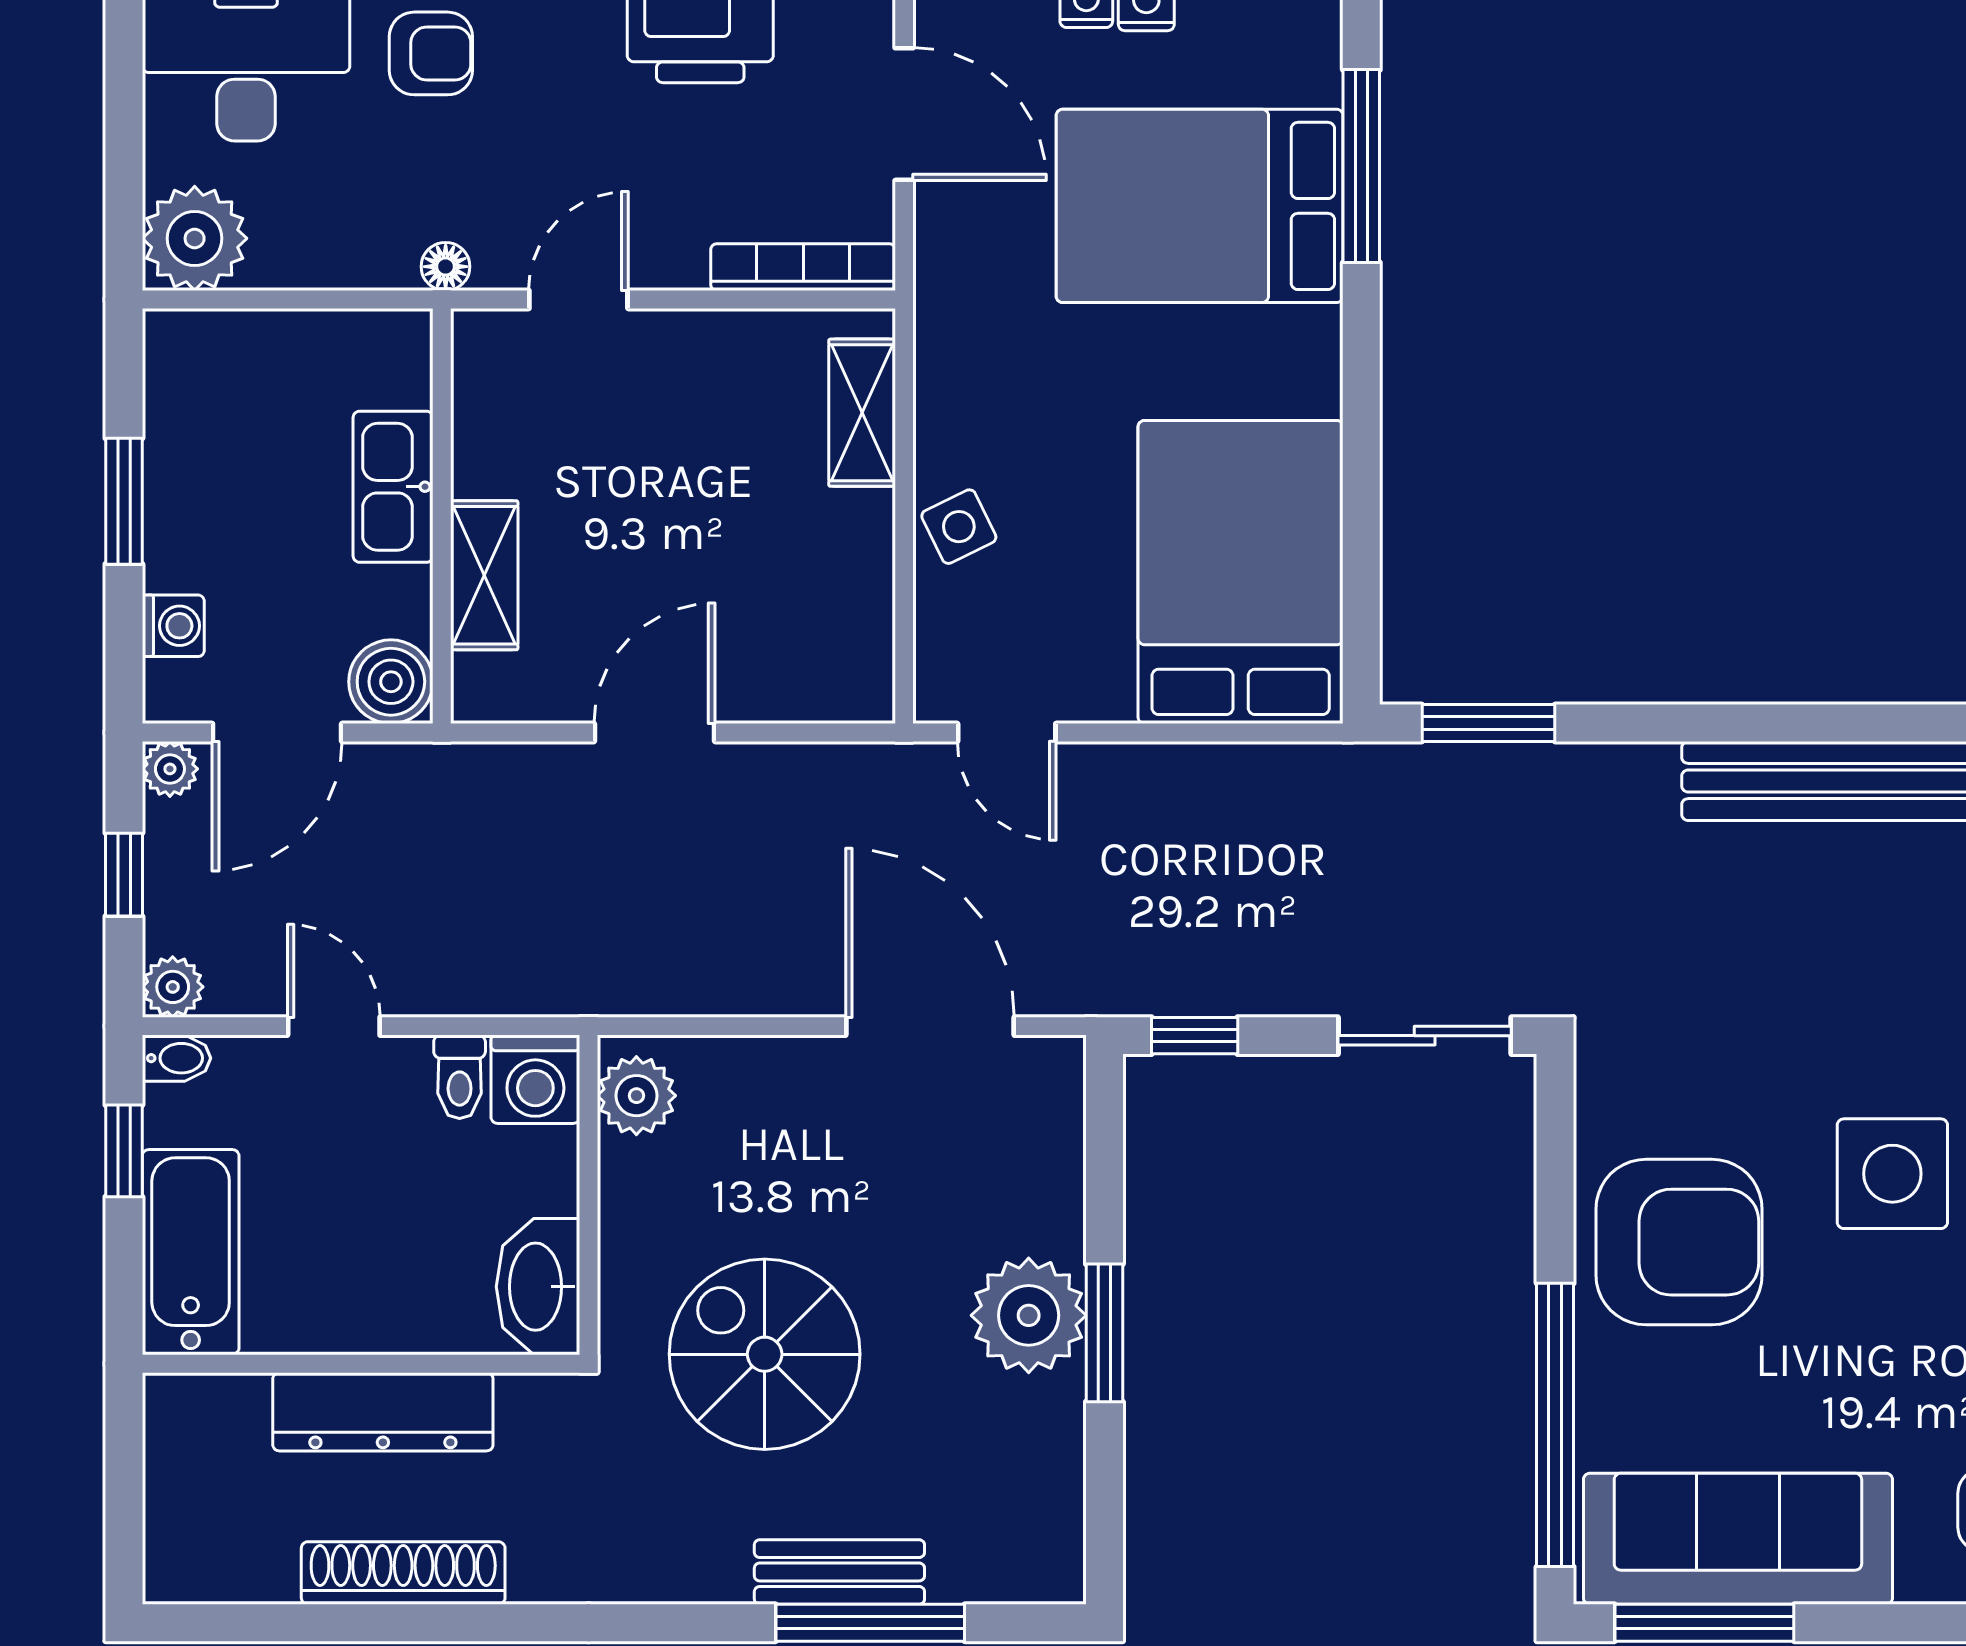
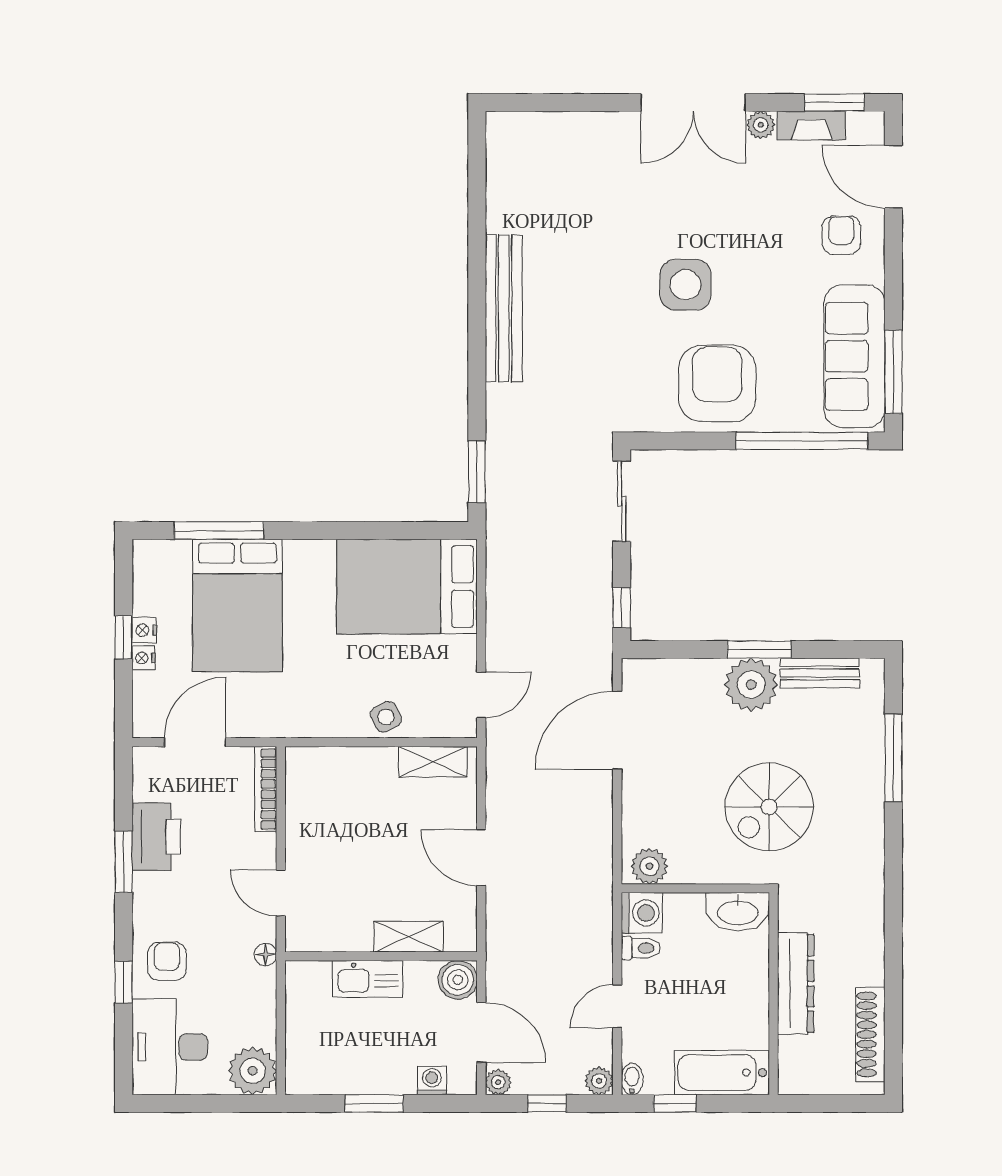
shelving: (862, 413) -> (433, 762), moved
bench: (839, 1572) -> (820, 673), moved, turned 90
shoe rack: (403, 1573) -> (870, 1034), moved

